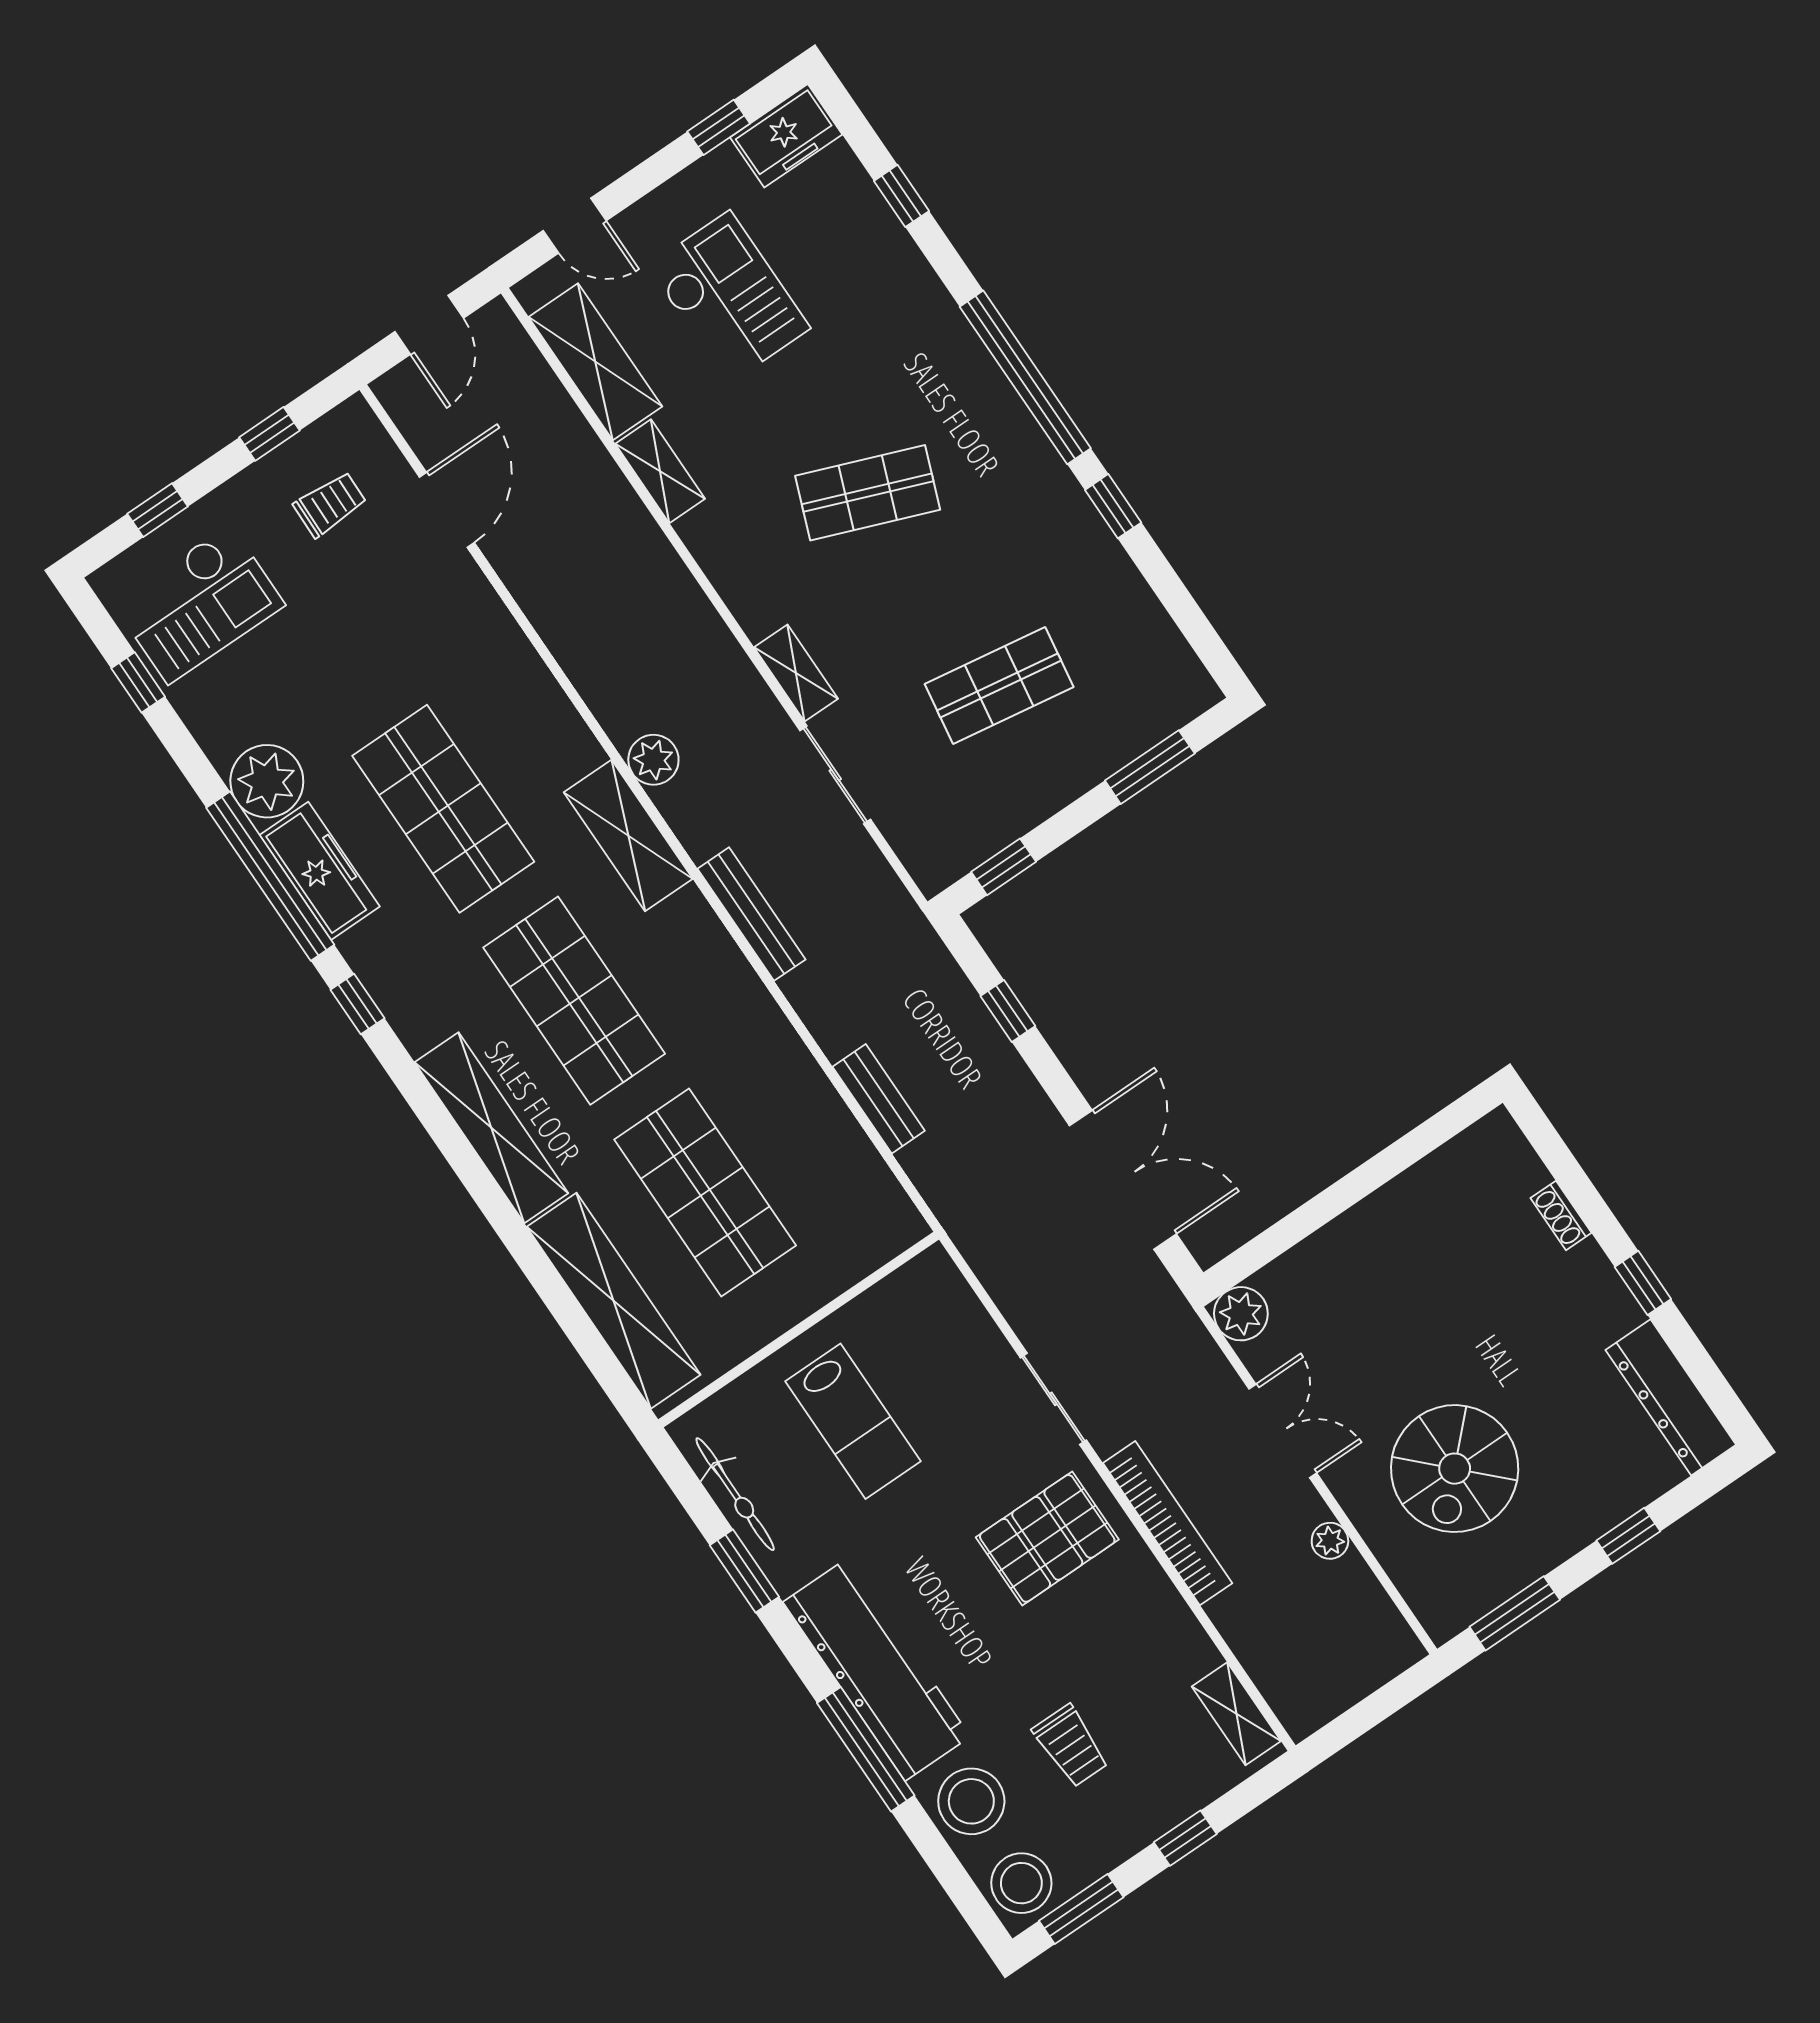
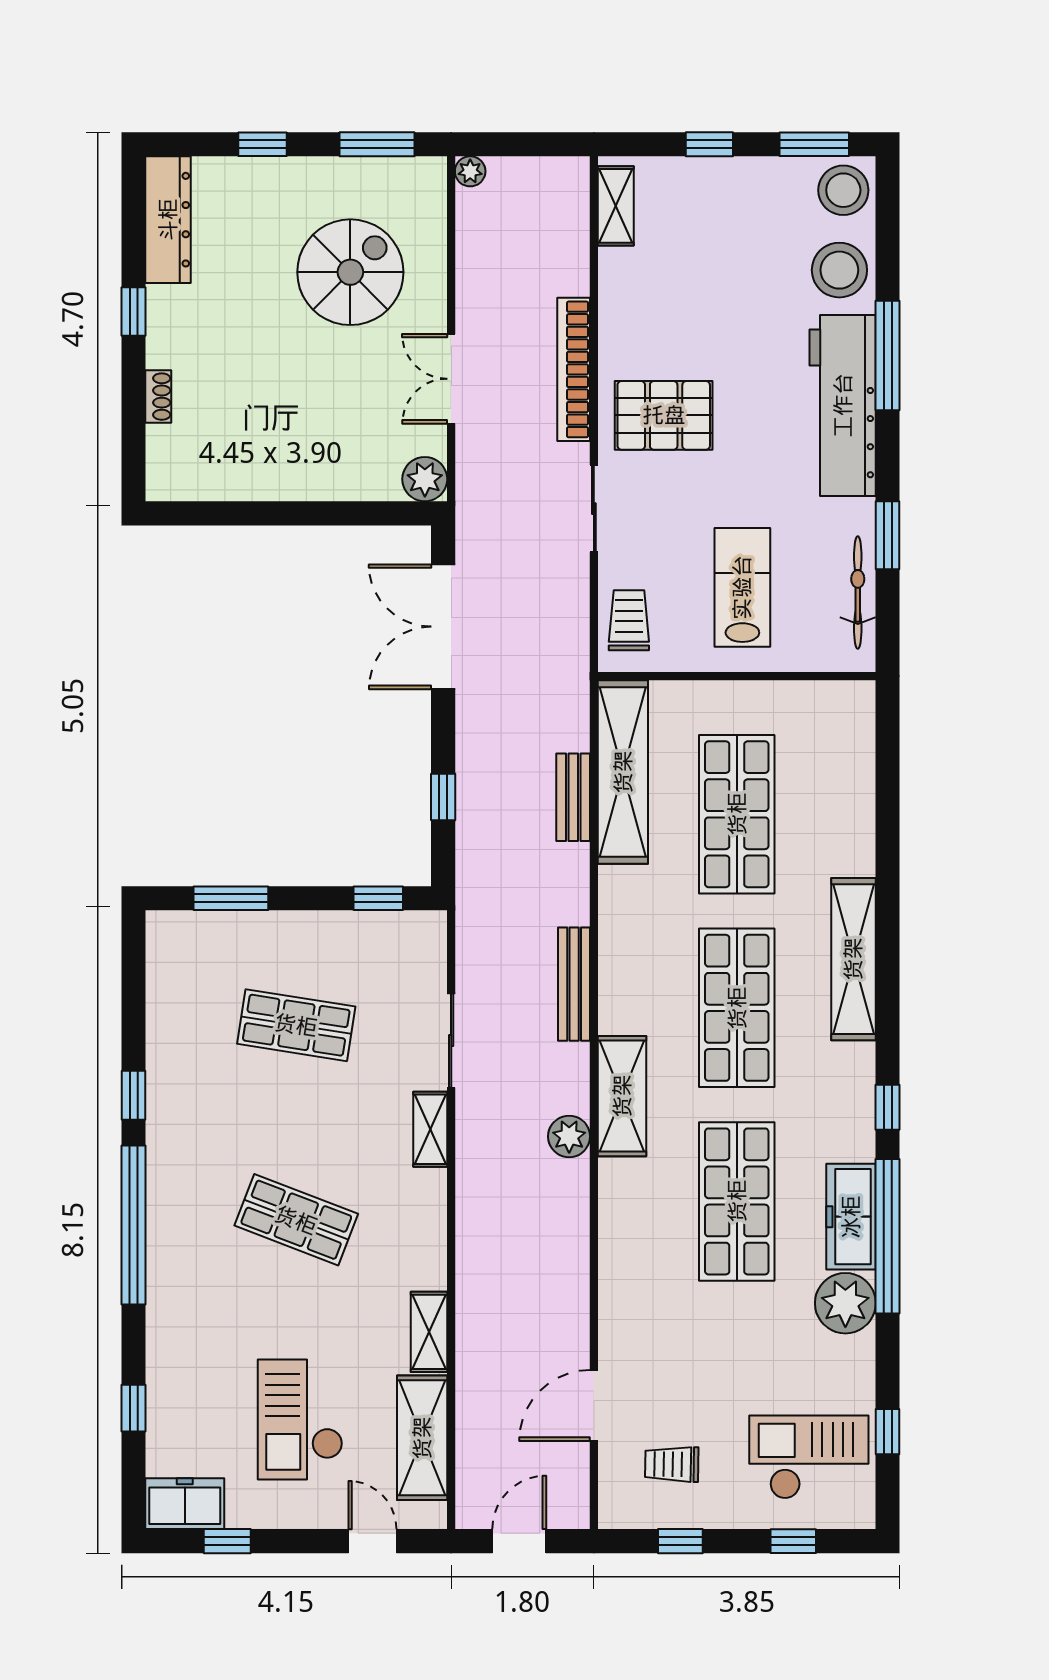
shelving: (614, 1301) -> (623, 772), moved
plant: (1330, 1541) -> (470, 171), moved
trolley: (1071, 1746) -> (629, 620), moved

